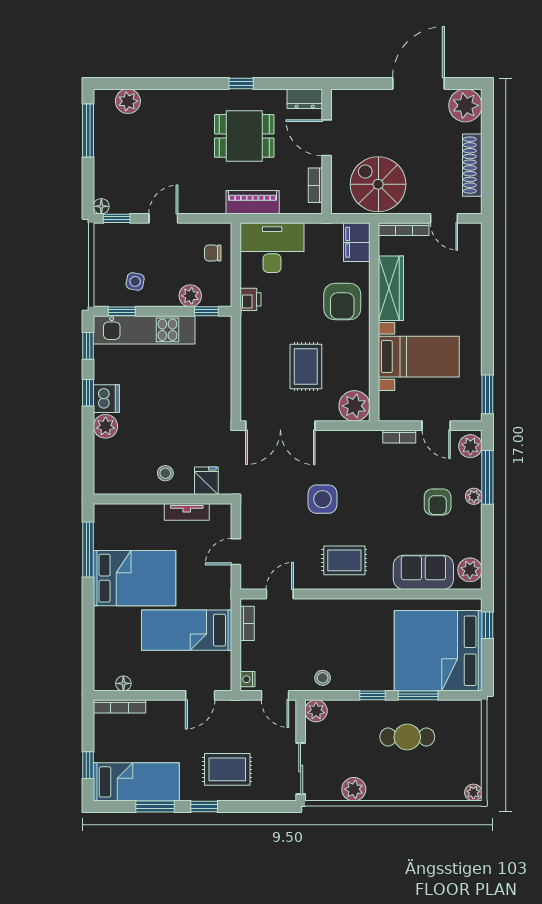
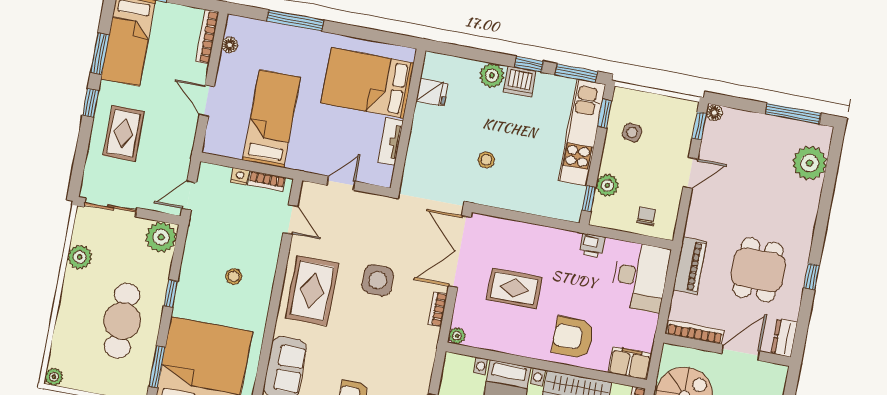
plant: (128, 101) -> (810, 163), width x1.36, depth x1.36
bookcase: (315, 185) -> (695, 332), width x1.56
door: (163, 218) -> (690, 173), hinge flipped
window: (88, 346) -> (576, 73), width x1.50
plant: (354, 406) -> (457, 336), width x0.53, depth x0.53
bookcase: (399, 436) -> (438, 309), moved
stool: (165, 473) -> (486, 160), moved
fridge: (206, 481) -> (432, 92), moved
window: (88, 549) -> (295, 20), moved
door: (236, 552) -> (341, 183), hinge flipped
rug: (344, 560) -> (312, 291), width x1.36, depth x1.43
bed: (134, 578) -> (368, 83), moved, turned 90
stool: (323, 678) -> (234, 276), moved
nightstand: (248, 679) -> (240, 176), moved
door: (200, 695) -> (207, 101), moved
window: (418, 695) -> (157, 367), moved
plant: (316, 711) -> (161, 237), width x1.36, depth x1.36
cafe table: (407, 737) -> (122, 321), width x1.37, depth x1.35

